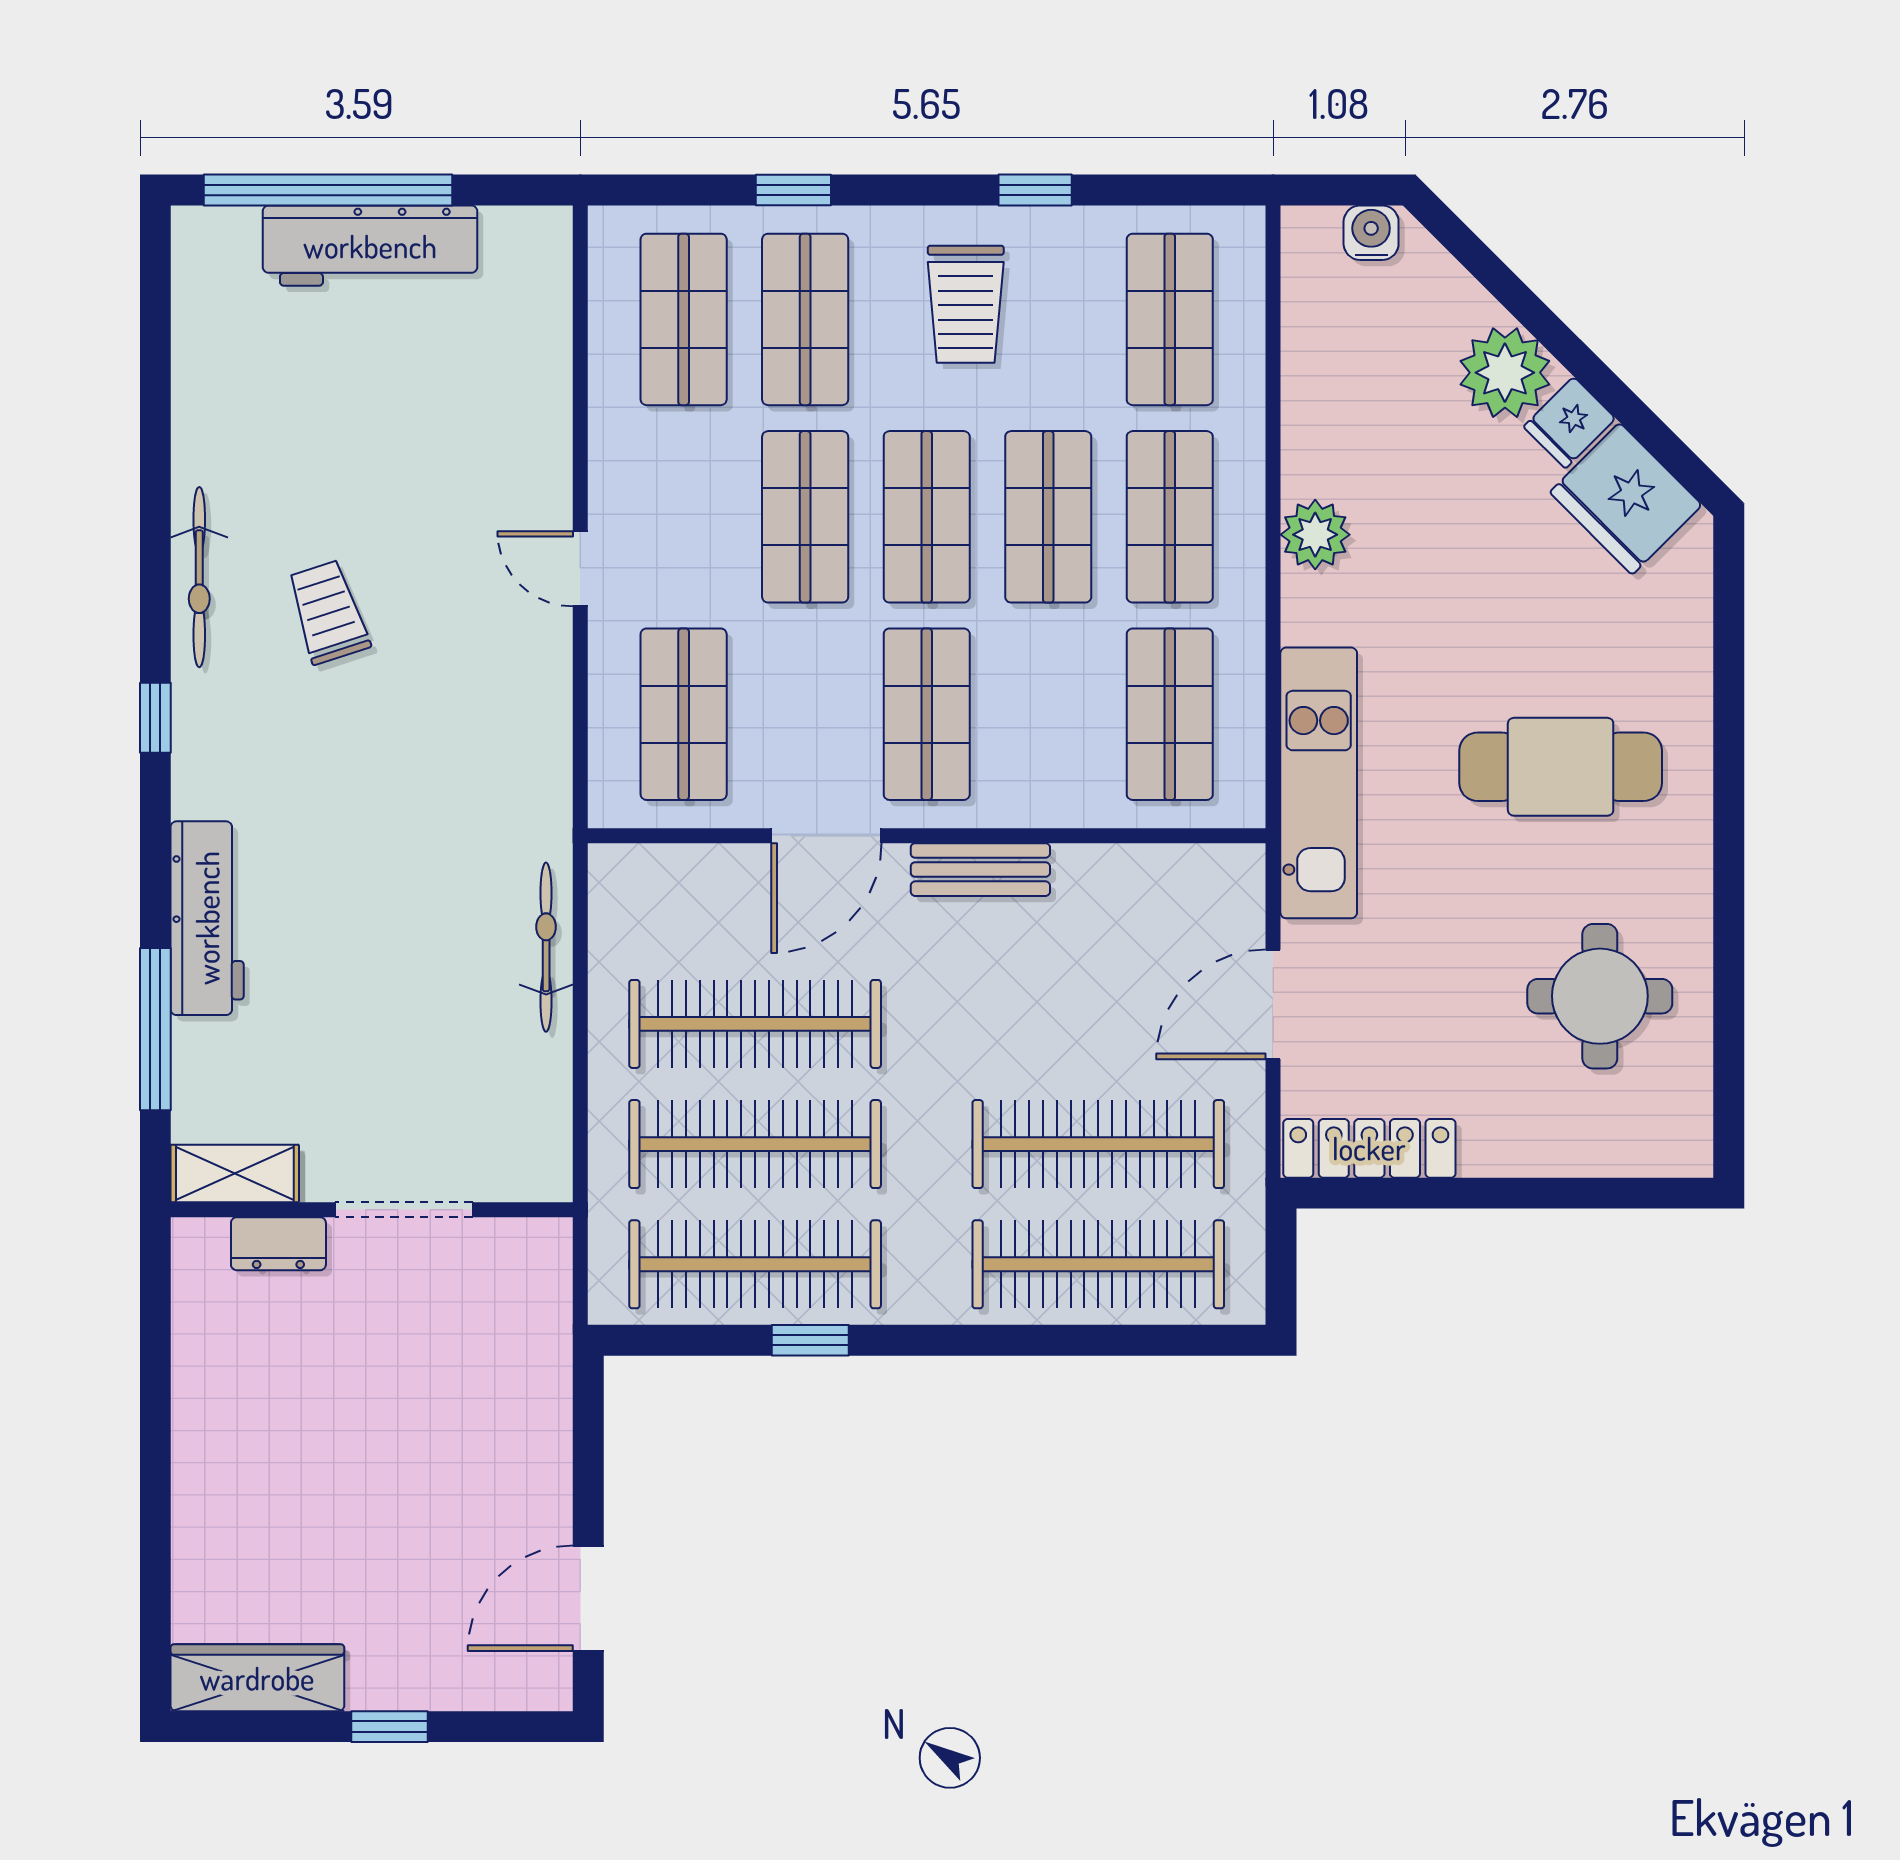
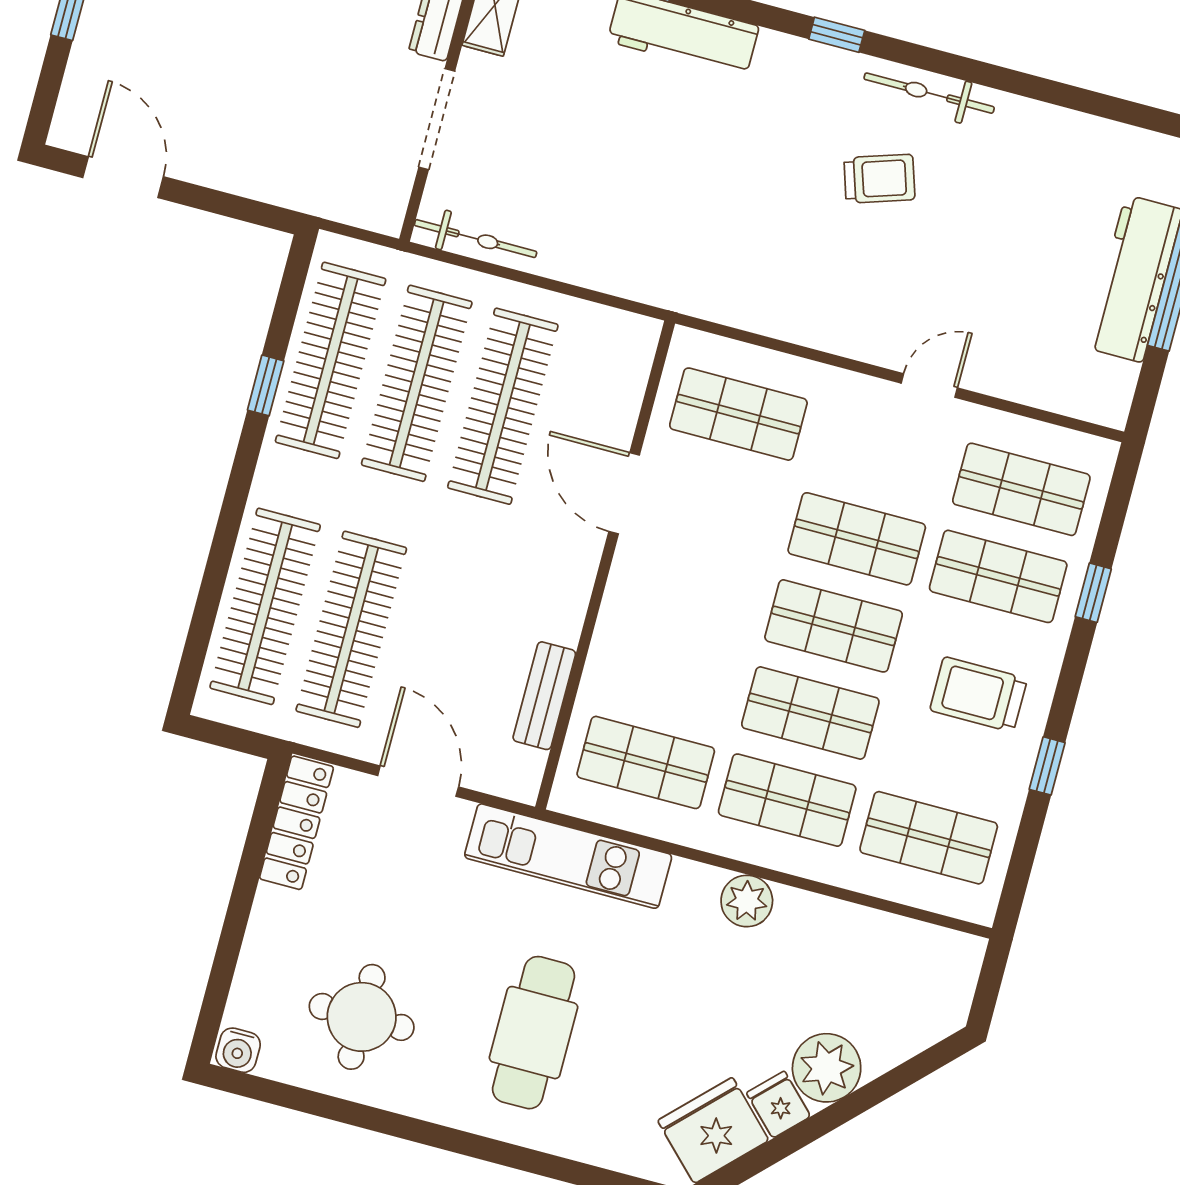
water cooler: (1371, 233) -> (238, 1050), moved, turned 90
door: (580, 569) -> (929, 386), moved
shop shelf: (927, 714) -> (692, 588), removed
bench: (980, 870) -> (544, 696), moved
bicycle: (546, 947) -> (476, 239), moved

